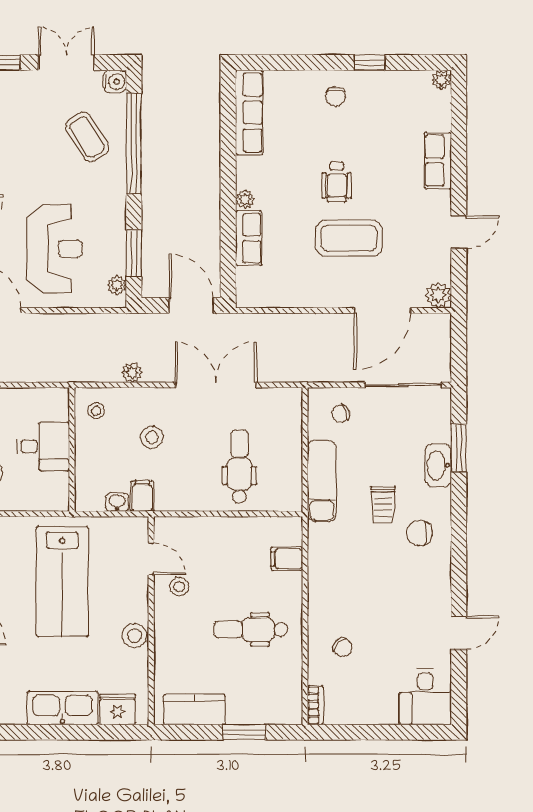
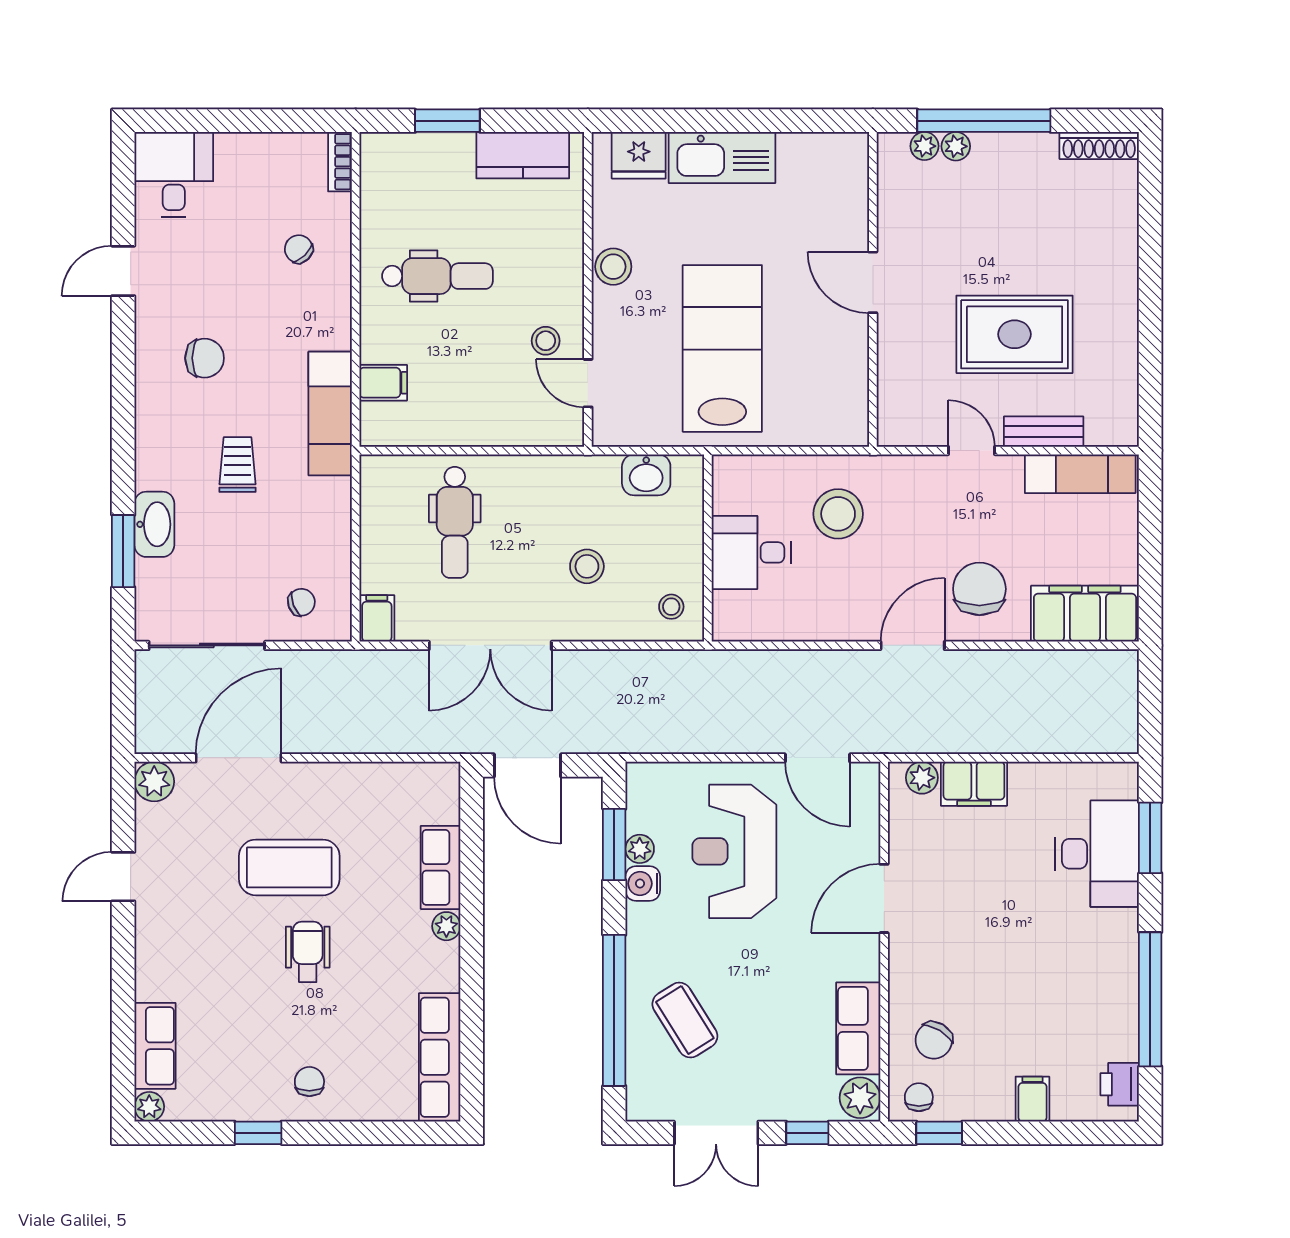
water cooler: (115, 81) -> (643, 884), moved
row of seats: (438, 161) -> (155, 1046), moved
plant: (117, 285) -> (640, 849), moved
plant: (132, 372) -> (617, 665), removed
exam couch: (322, 481) -> (330, 414), moved
filing cabinet: (142, 496) -> (377, 618), moved, turned 180
washbasin: (117, 502) -> (646, 475), width x1.38, depth x1.45
chair: (419, 533) -> (205, 358), moved

